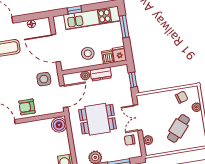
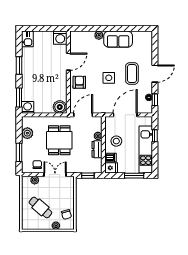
window: (33, 17) -> (155, 100), added
side table: (44, 79) -> (109, 78), moved
door: (64, 96) -> (83, 115), swing flipped

